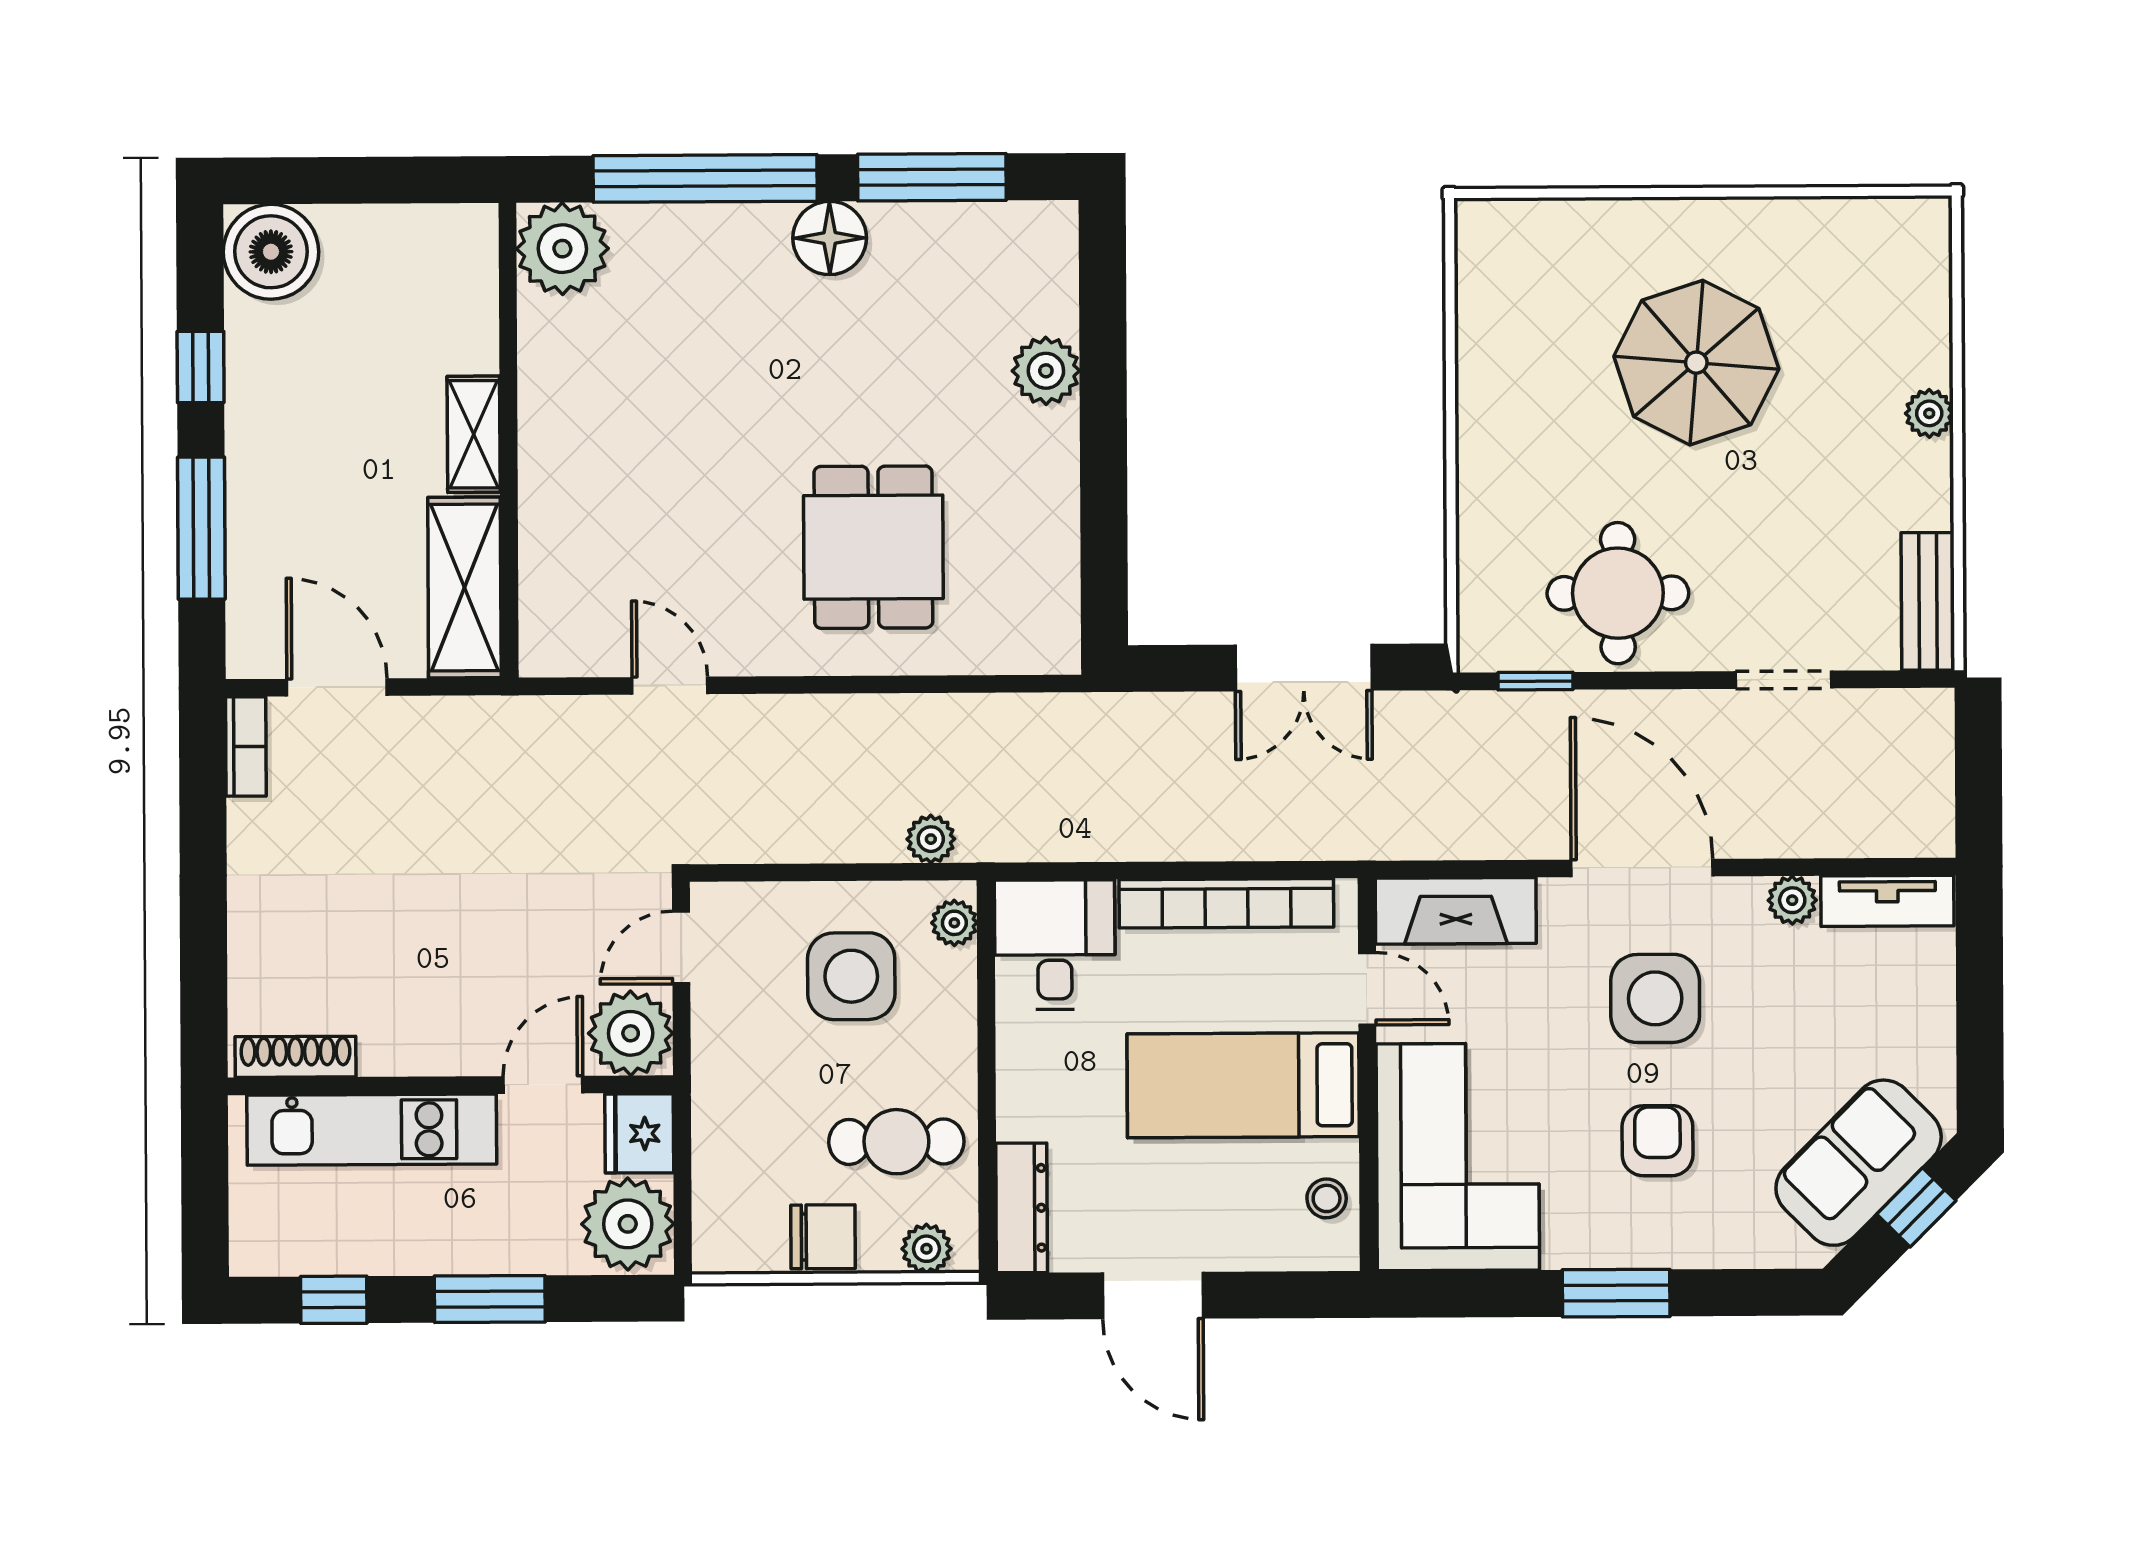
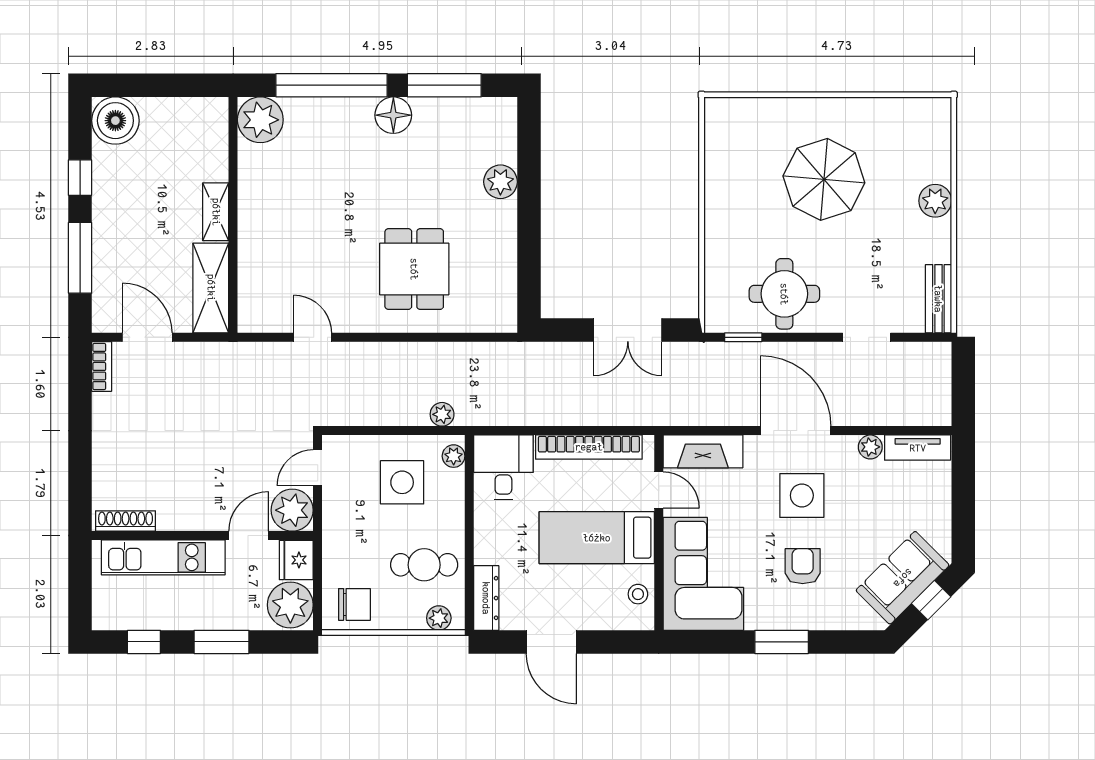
plant: (1929, 413) -> (935, 201), width x1.38, depth x1.38
chair: (823, 1237) -> (354, 604), moved

